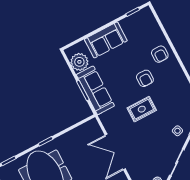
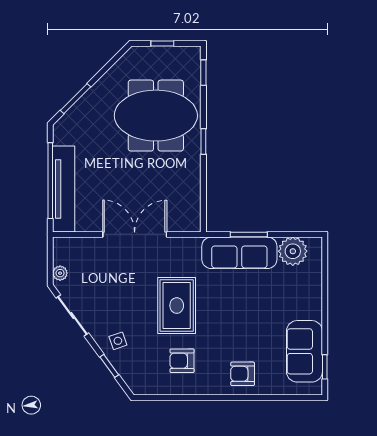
sofa: (106, 40) -> (304, 351), moved
armchair: (145, 78) -> (182, 361), moved
rug: (142, 109) -> (177, 306), width x1.36, depth x1.43

